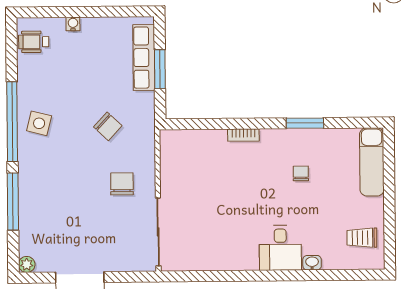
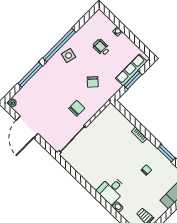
wheelchair: (34, 42) -> (101, 47), moved

